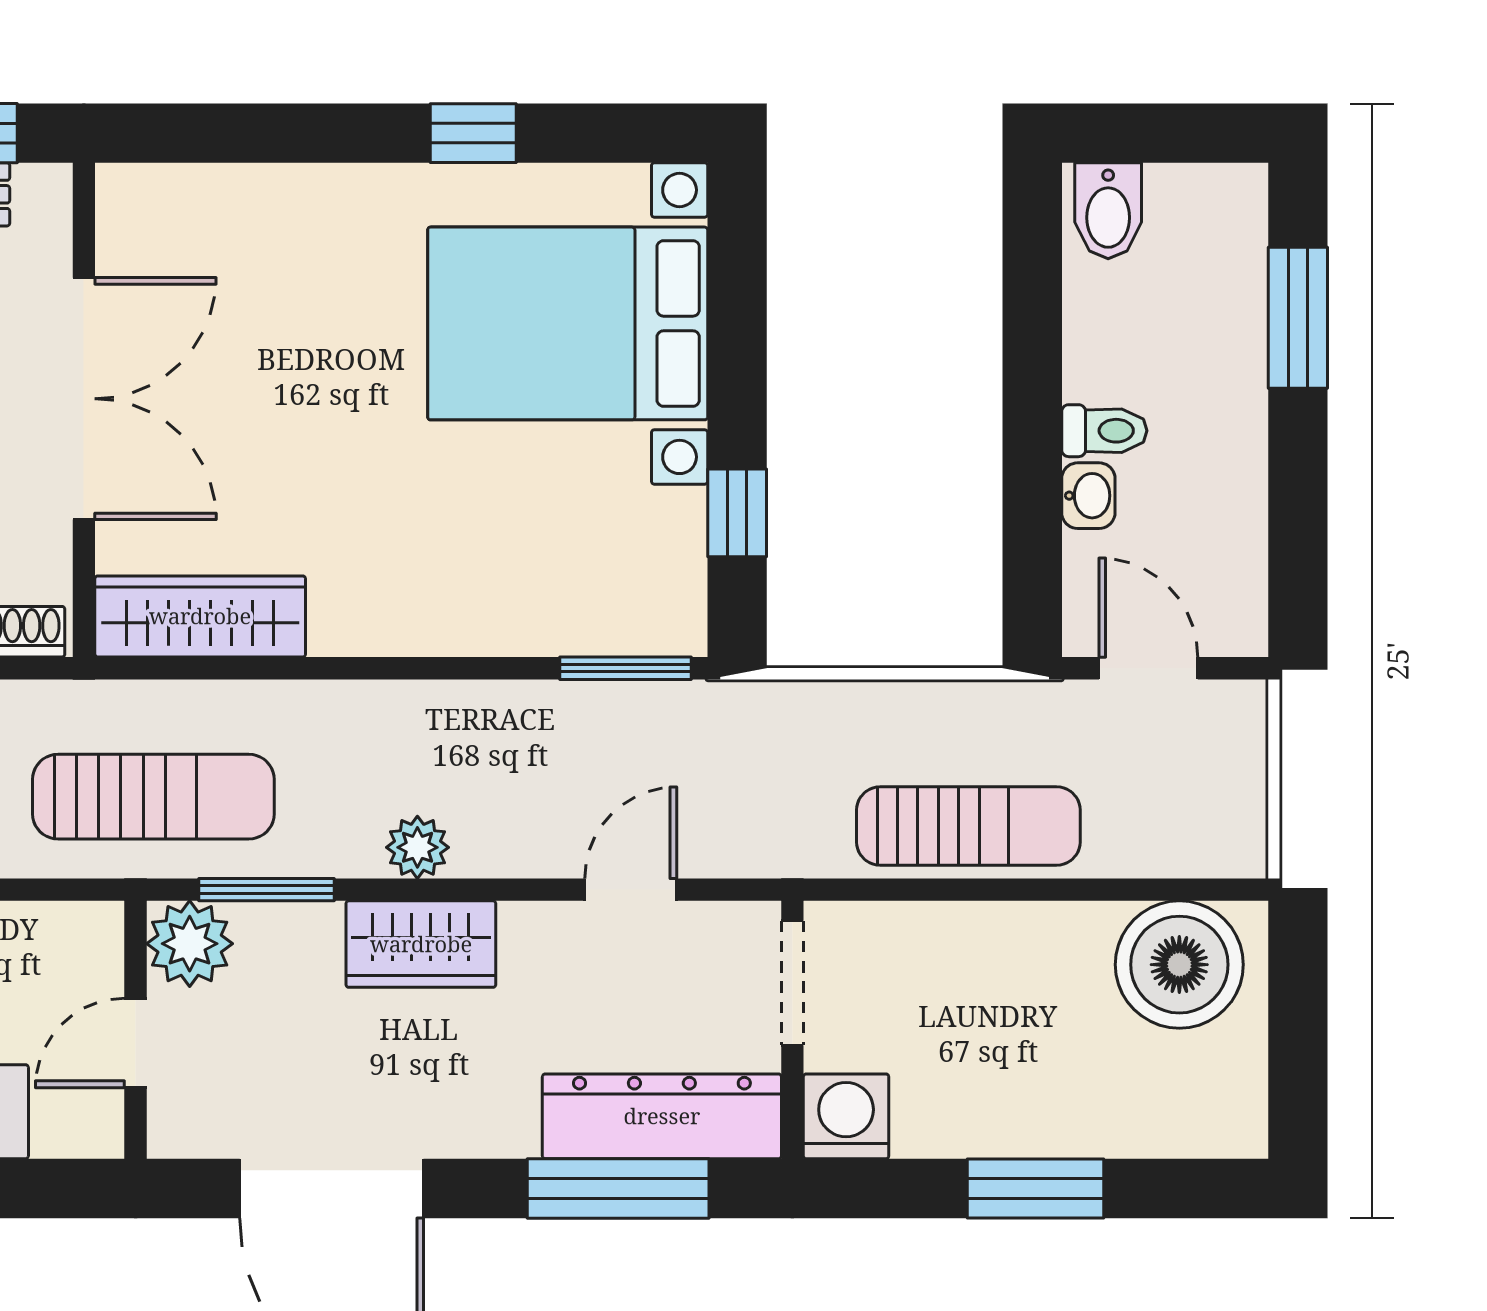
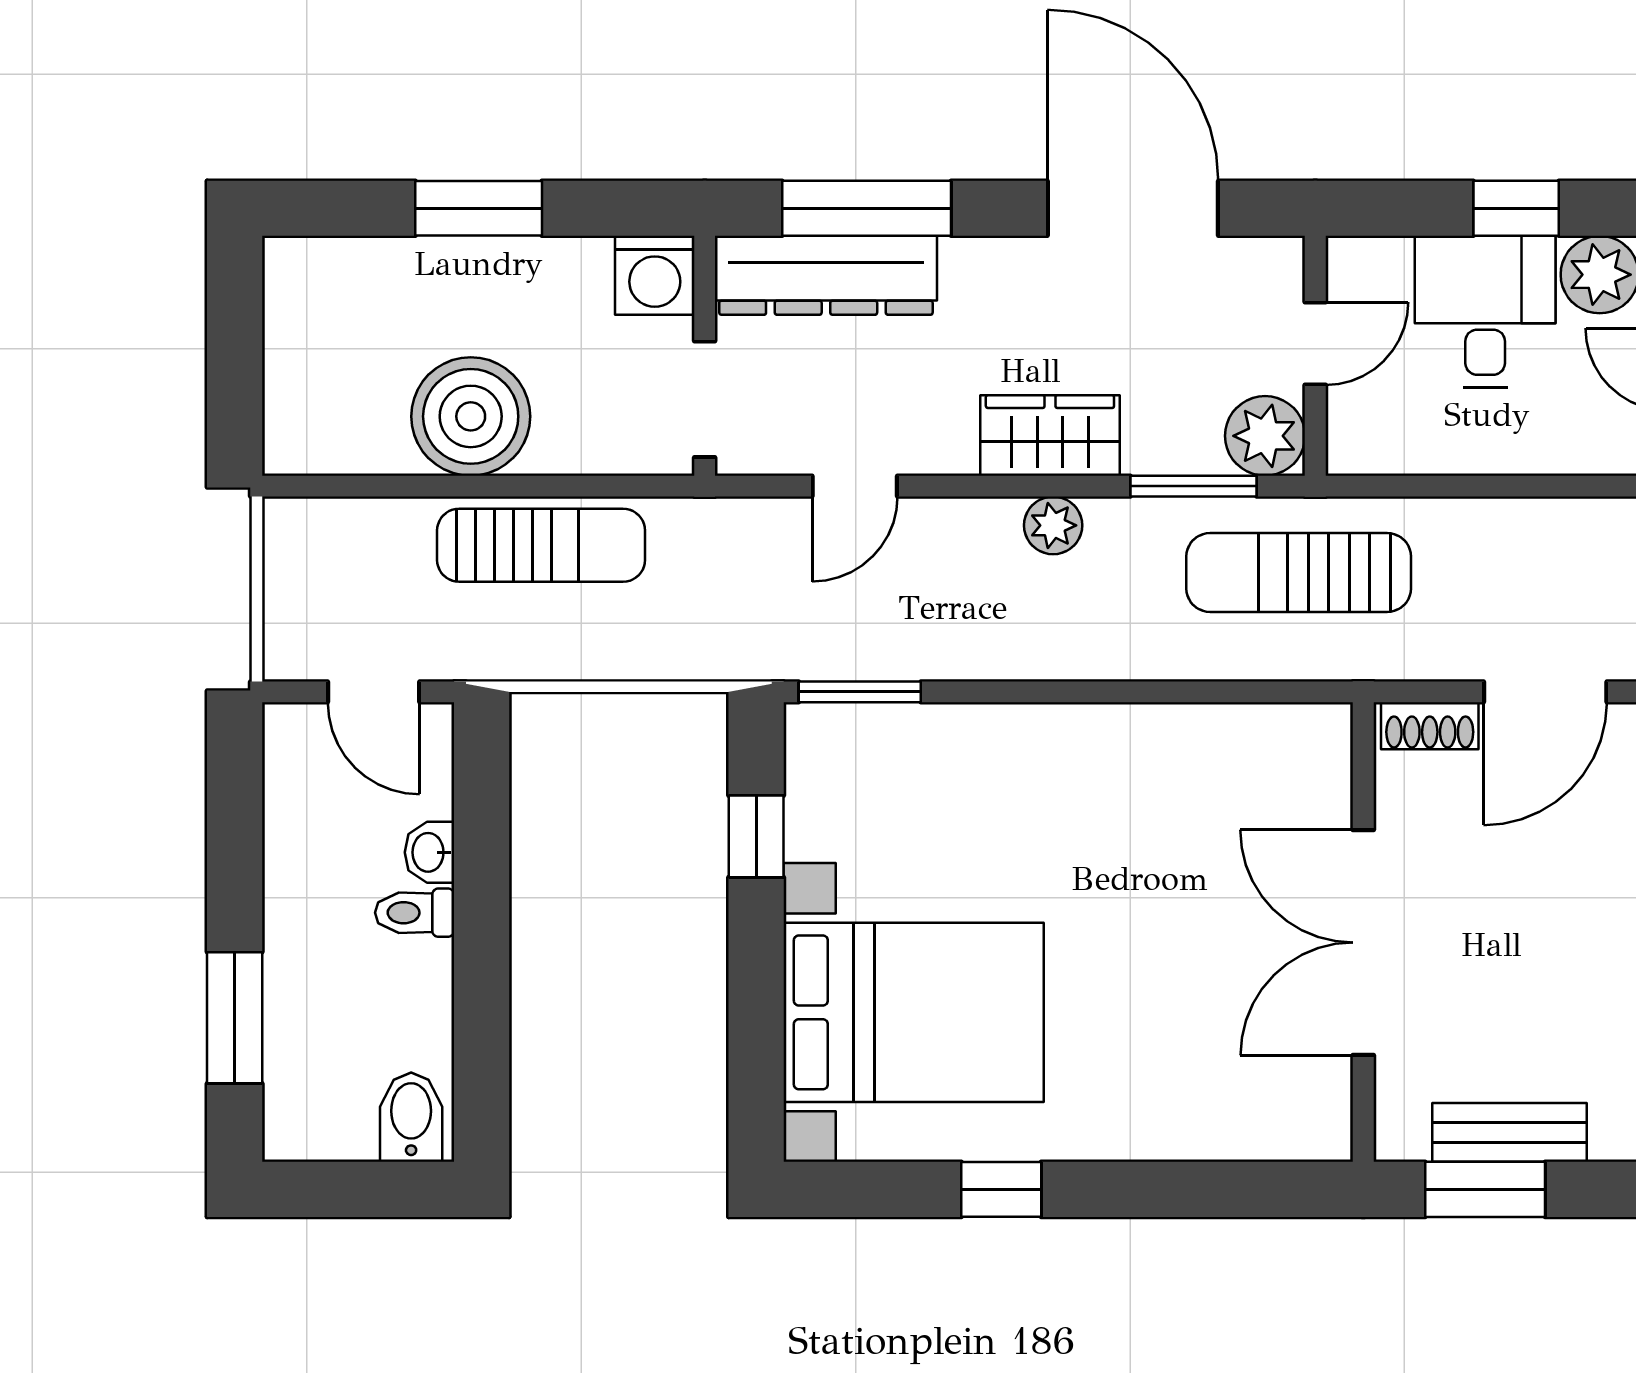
wardrobe: (200, 616) -> (1255, 740), removed
sun lounger: (968, 826) -> (541, 545), turned 180
boiler: (1179, 965) -> (471, 416), moved

